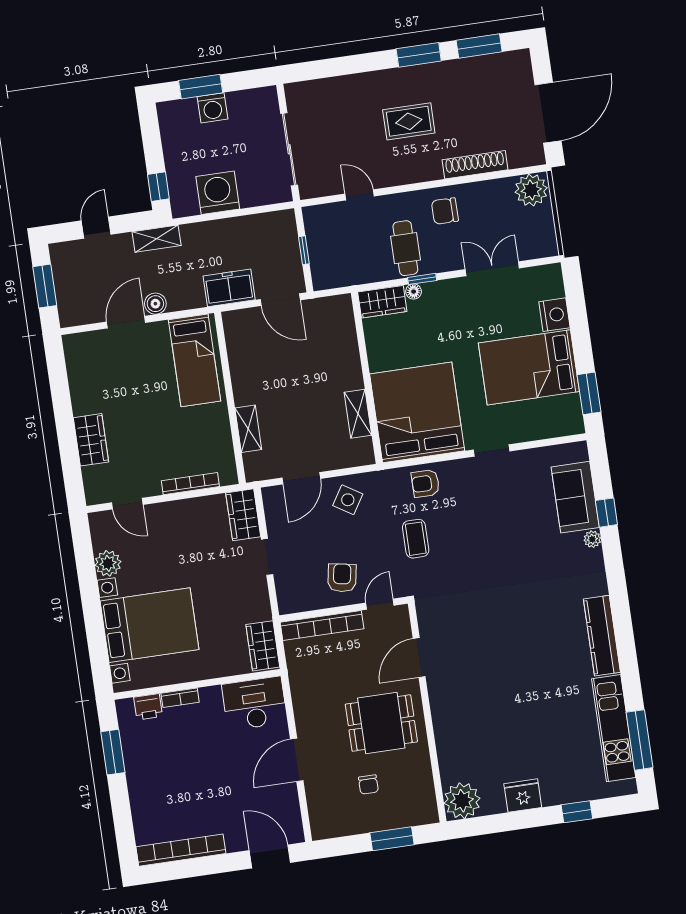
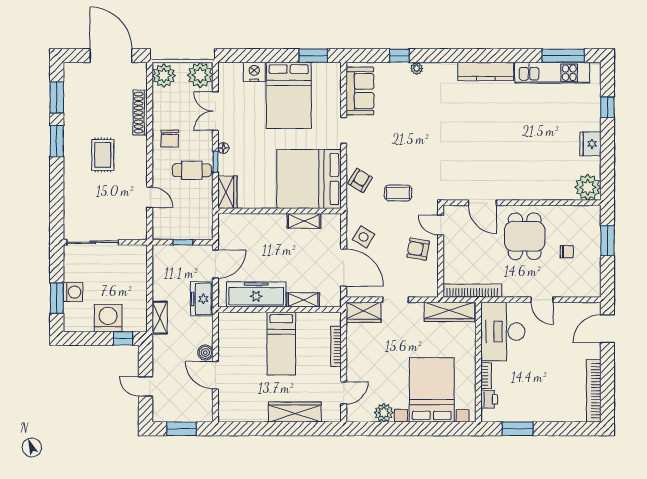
sliding door: (289, 149) -> (93, 242), moved
washing machine: (218, 193) -> (108, 318), moved, turned 90
door: (360, 195) -> (150, 197), swing flipped
shelving: (157, 239) -> (160, 318), moved
plant: (539, 240) -> (200, 75), added
floor lamp: (414, 292) -> (223, 148), moved
bed: (194, 360) -> (281, 344), moved, turned 90
freezer: (246, 362) -> (256, 294), added
wardrobe: (91, 440) -> (295, 412), width x1.50
door: (301, 478) -> (344, 268), width x1.36
armchair: (425, 483) -> (360, 180), turned -149
sofa: (575, 497) -> (360, 91), moved, turned -90
bookcase: (322, 625) -> (472, 291), moved, turned -90
wardrobe: (263, 646) -> (450, 312), width x1.50
desk: (255, 703) -> (503, 332), width x1.36, depth x1.30
door: (297, 760) -> (542, 300), width x0.73

